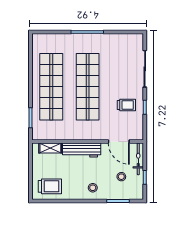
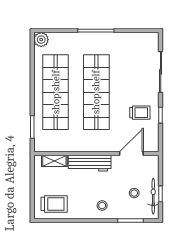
plant: (38, 40) -> (41, 40), added
door: (119, 141) -> (131, 154), swing flipped
bicycle: (138, 159) -> (153, 196), moved

